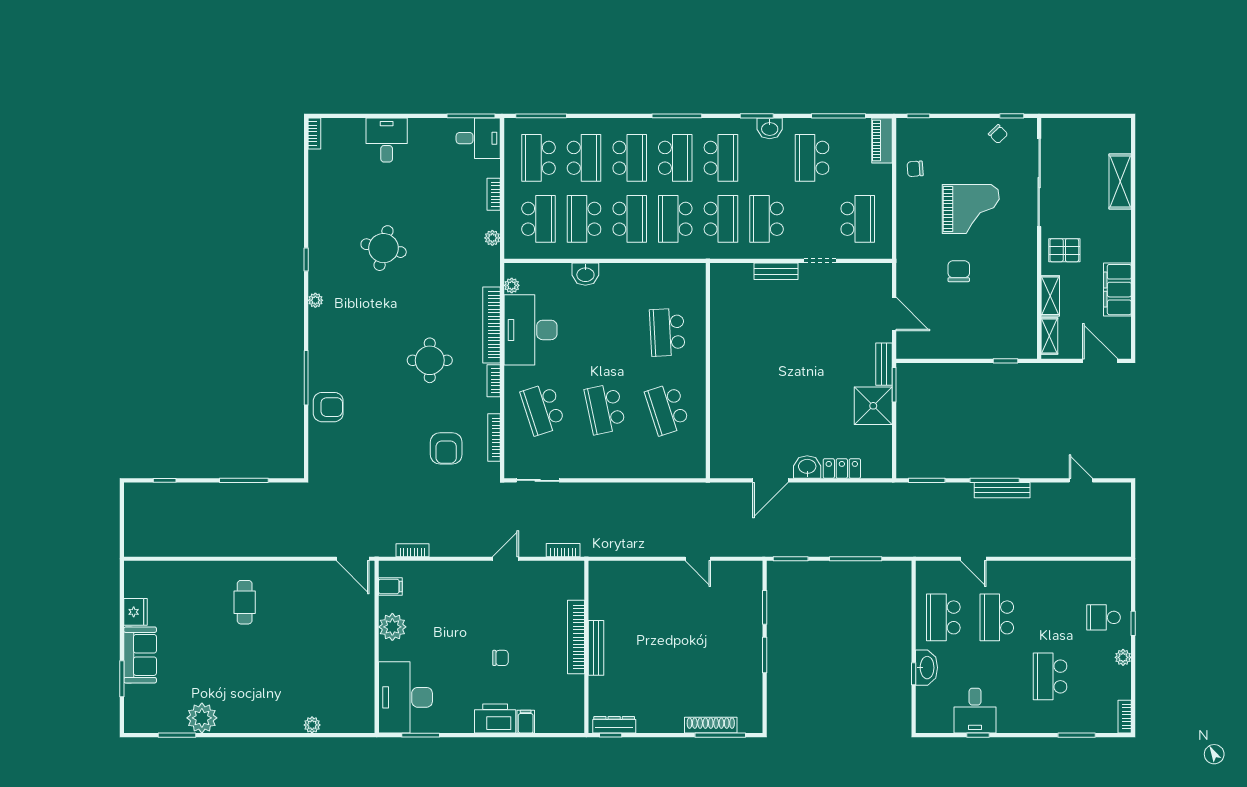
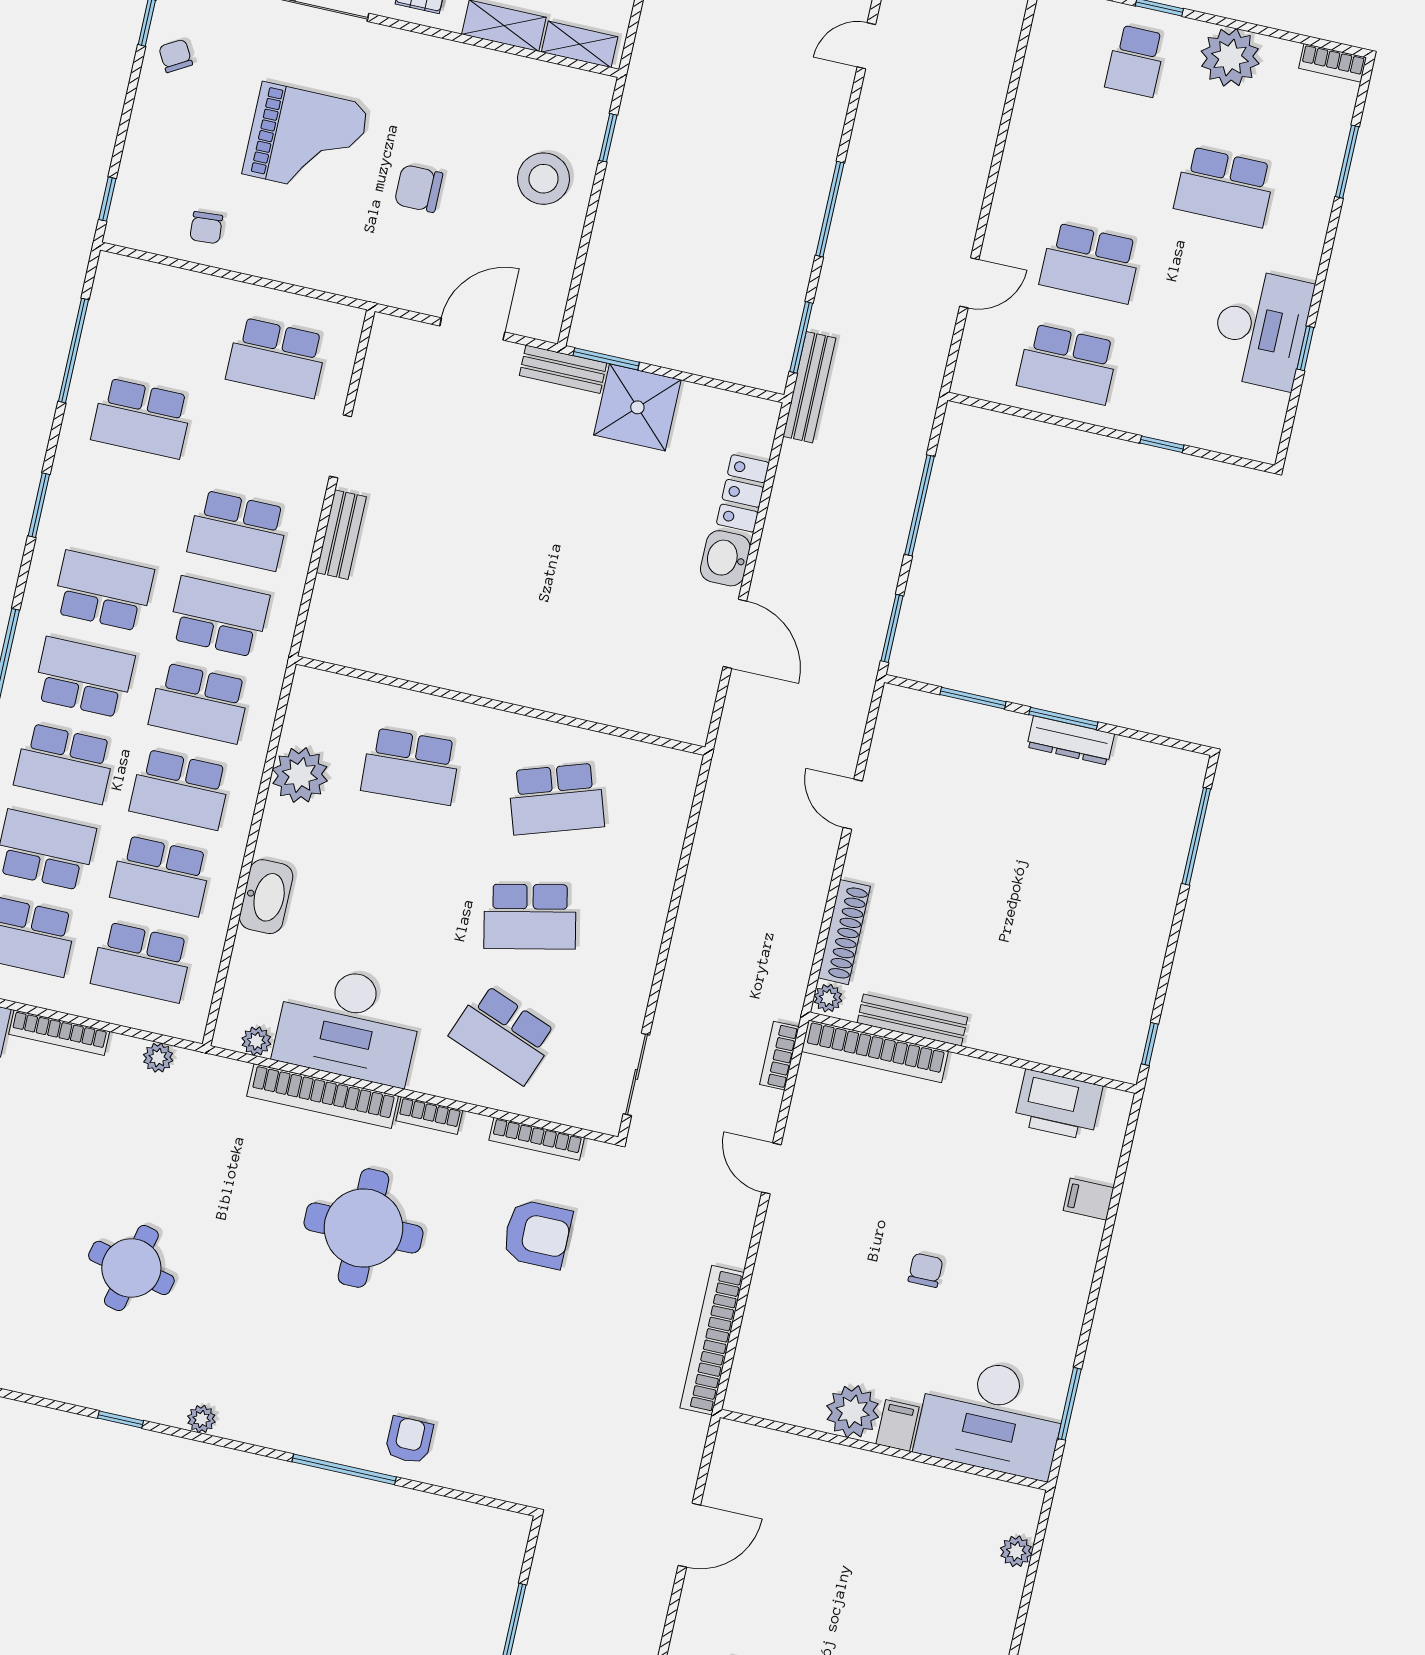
washbasin: (770, 128) -> (68, 486), removed
chair: (998, 134) -> (176, 56), turned -76
piano: (882, 140) -> (139, 278), removed
school desk: (630, 158) -> (65, 764), turned 180
bookcase: (494, 194) -> (59, 1033), width x1.56
grand piano: (971, 209) -> (306, 139), turned 90
school desk: (538, 219) -> (142, 962), turned 180
school desk: (630, 219) -> (180, 789), turned 180
school desk: (858, 219) -> (277, 358), turned 180
washbasin: (585, 274) -> (266, 897), width x1.38
plant: (650, 277) -> (300, 775), added
stool: (978, 333) -> (544, 179), added
round table: (430, 360) -> (363, 1228), width x1.36, depth x1.36
armchair: (328, 407) -> (409, 1440), width x0.72, depth x0.72
school desk: (543, 409) -> (504, 1034), turned 39
bench: (1002, 490) -> (809, 387), moved
bookcase: (412, 550) -> (712, 1340), width x2.31, depth x1.31
door: (353, 559) -> (689, 1535), moved
door: (698, 559) -> (853, 804), swing flipped
plant: (598, 568) -> (828, 998), added
filing cabinet: (390, 586) -> (898, 1426), moved
bookcase: (576, 637) -> (875, 1051), moved
bench: (596, 648) -> (912, 1020), moved
plant: (1123, 657) -> (1230, 57), width x1.87, depth x1.87
chair: (500, 658) -> (926, 1270), moved
washbasin: (926, 668) -> (1156, 417), removed
desk: (975, 711) -> (1261, 329), width x1.37
printer: (495, 718) -> (1058, 1105), moved, turned -90
plant: (312, 725) -> (1016, 1551), moved
dresser: (614, 725) -> (1071, 740), moved, turned -90
shoe rack: (711, 725) -> (844, 932), moved, turned 180

